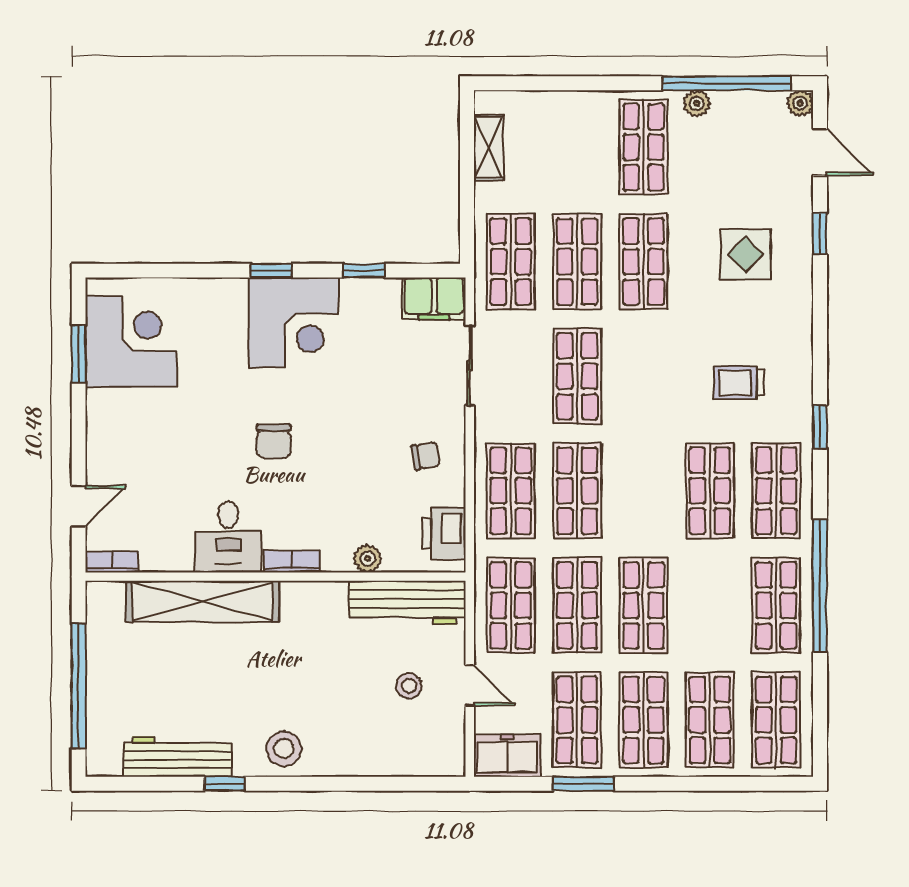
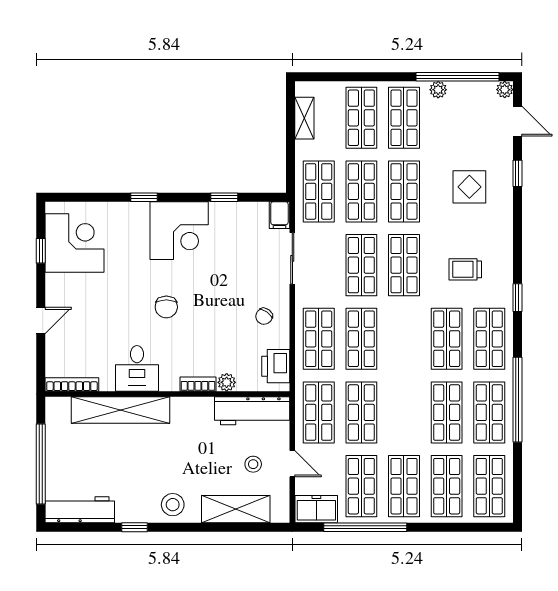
shop shelf: (577, 147) -> (361, 118), added
window: (271, 271) -> (144, 197), moved
filing cabinet: (434, 299) -> (279, 215), width x0.50
window: (79, 354) -> (41, 251), width x0.67
shop shelf: (643, 376) -> (404, 265), added
chair: (426, 456) -> (264, 316), turned 135
door: (79, 506) -> (41, 320), moved
bookcase: (292, 561) -> (198, 384), moved
bookcase: (112, 562) -> (72, 384), width x1.56
shop shelf: (643, 605) -> (447, 412), moved
shelving: (382, 756) -> (236, 509), added
workbench: (178, 757) -> (80, 510), moved
window: (583, 784) -> (365, 527), width x2.11

